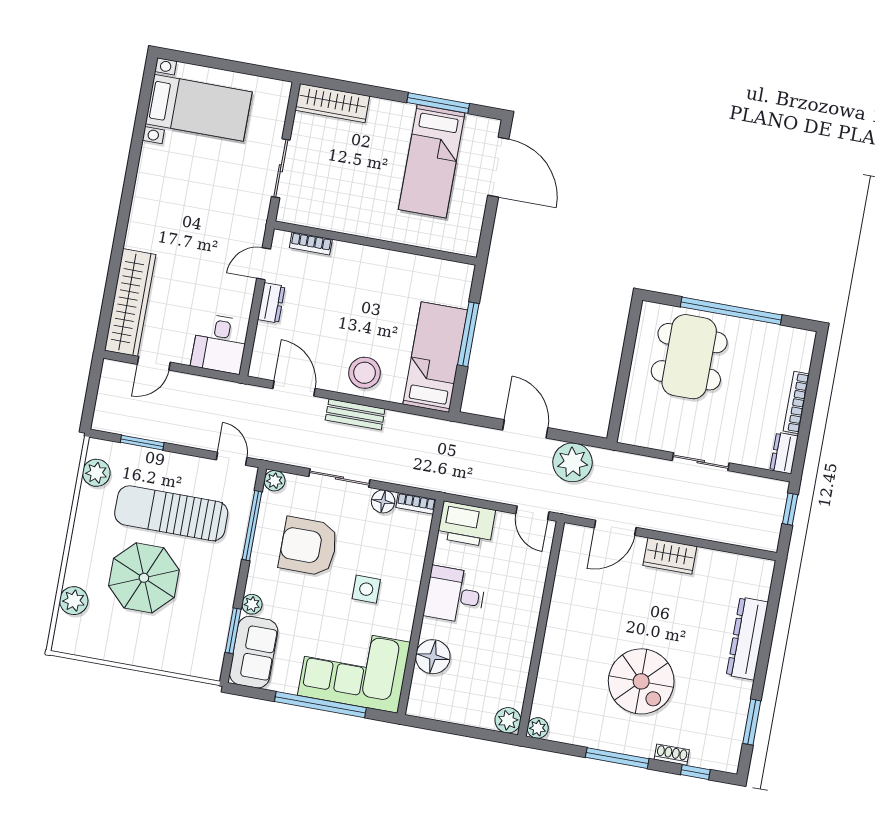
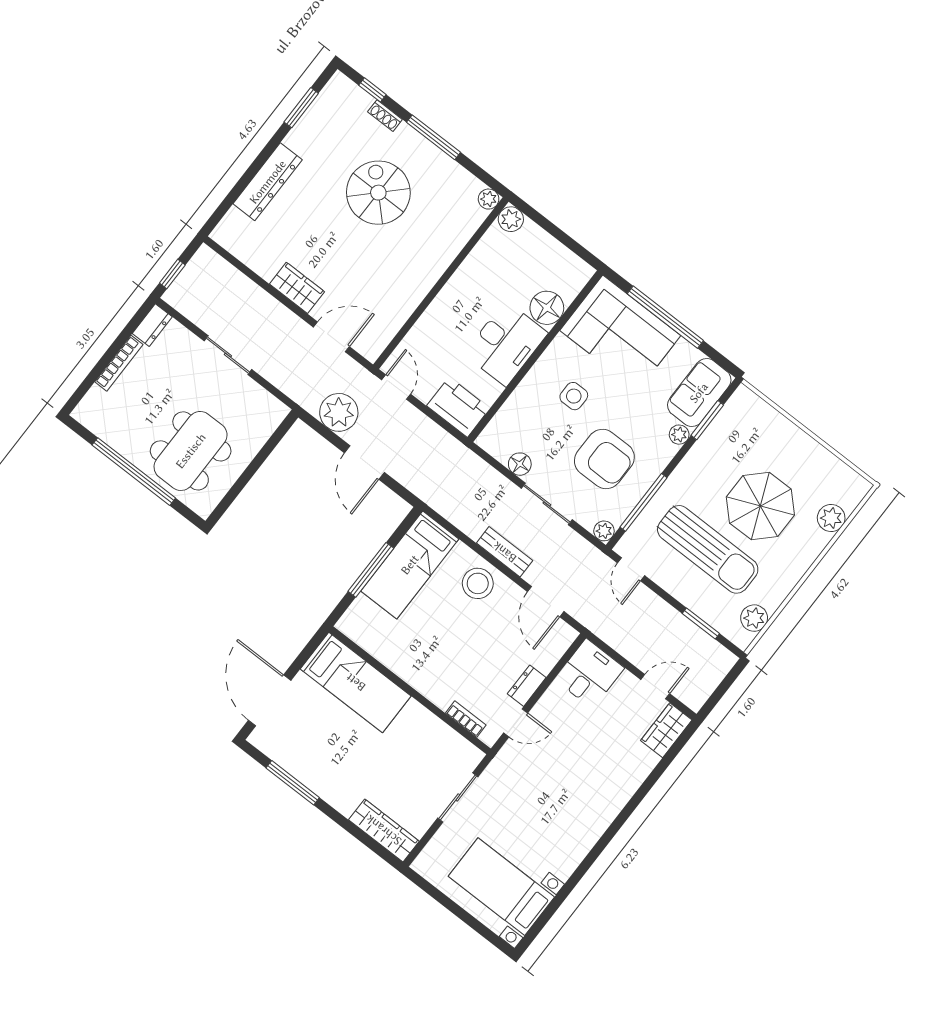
bed: (432, 161) -> (356, 682), moved, turned 90
wardrobe: (130, 302) -> (666, 730), width x0.48, depth x0.85
bookcase: (416, 503) -> (492, 448), removed
desk: (455, 595) -> (506, 344), width x1.37

